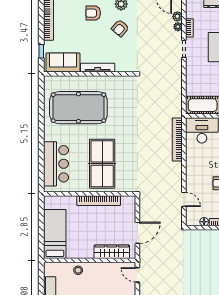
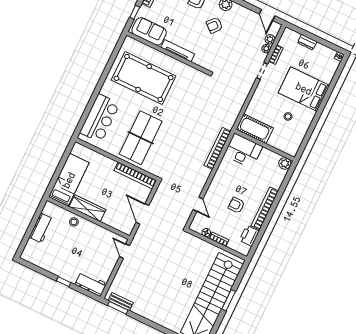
bookcase: (99, 201) -> (135, 175), moved
door: (137, 233) -> (142, 214), swing flipped
wardrobe: (112, 252) -> (87, 208), moved

